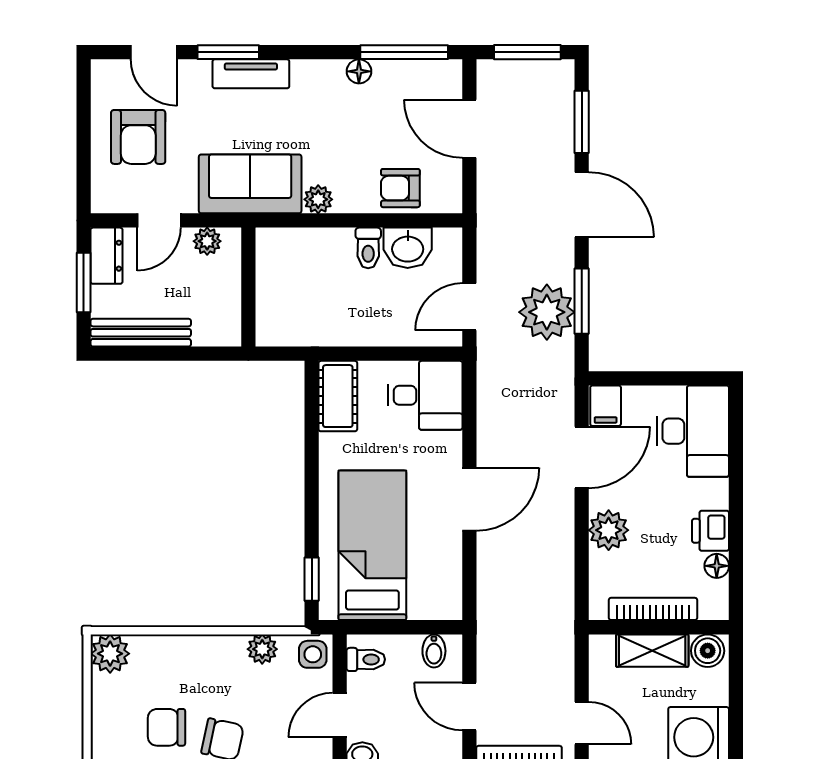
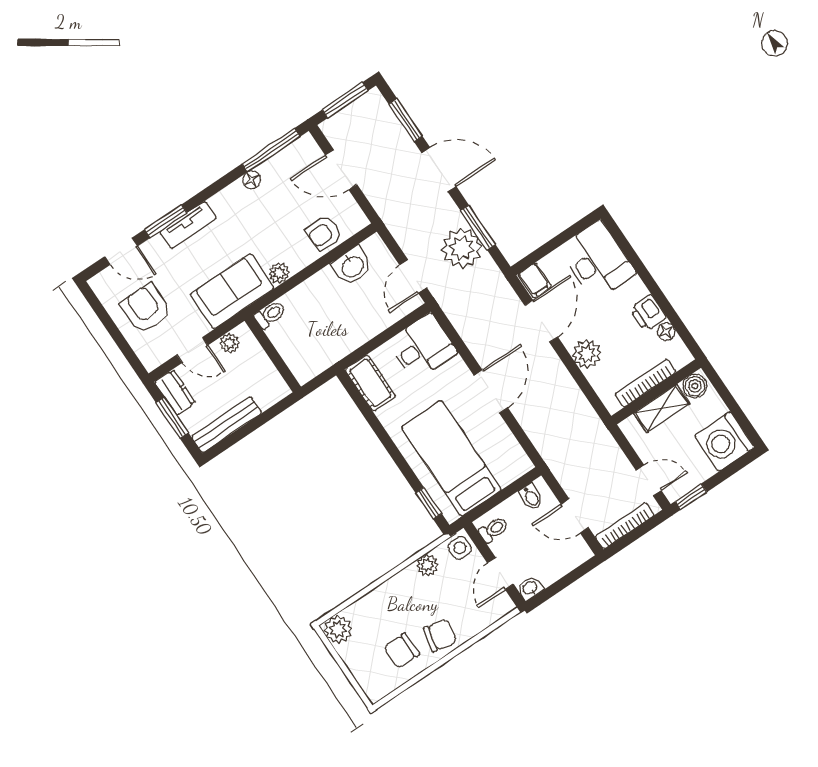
armchair: (138, 137) -> (146, 308), turned 180
door: (159, 220) -> (192, 350), hinge flipped
toilet: (368, 248) -> (270, 314), moved, turned -90

